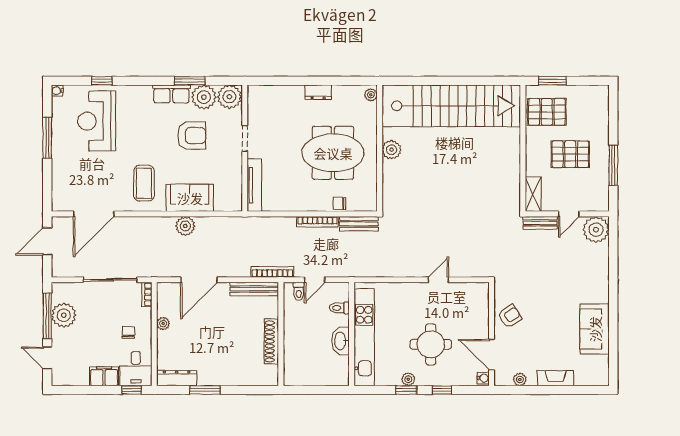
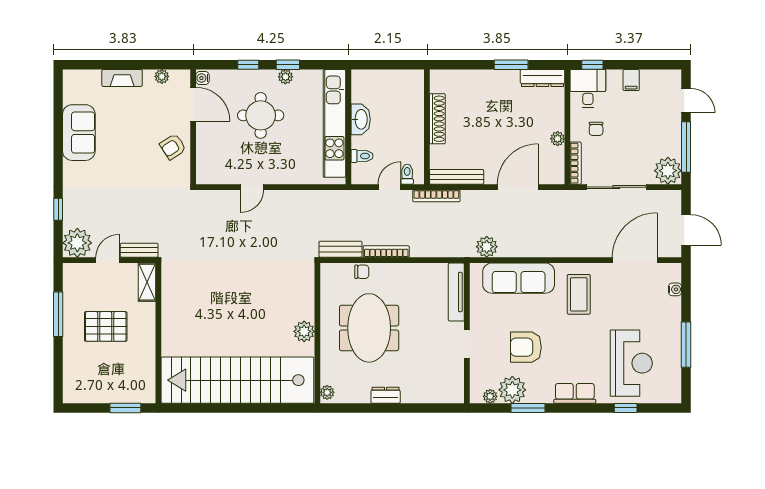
water cooler: (57, 91) -> (675, 289), moved
row of seats: (171, 94) -> (575, 393), moved
plant: (229, 97) -> (490, 396), width x0.53, depth x0.53
pallet: (547, 112) -> (132, 373), removed
meeting table: (333, 153) -> (369, 328), turned 90
sofa: (190, 198) -> (519, 278), width x1.36
plant: (185, 226) -> (487, 247), moved
door: (47, 241) -> (686, 230), hinge flipped
window: (613, 260) -> (58, 209), added
bookcase: (147, 295) -> (576, 163), width x1.56
plant: (64, 315) -> (668, 171), moved
filing cabinet: (104, 376) -> (631, 80), width x0.50

